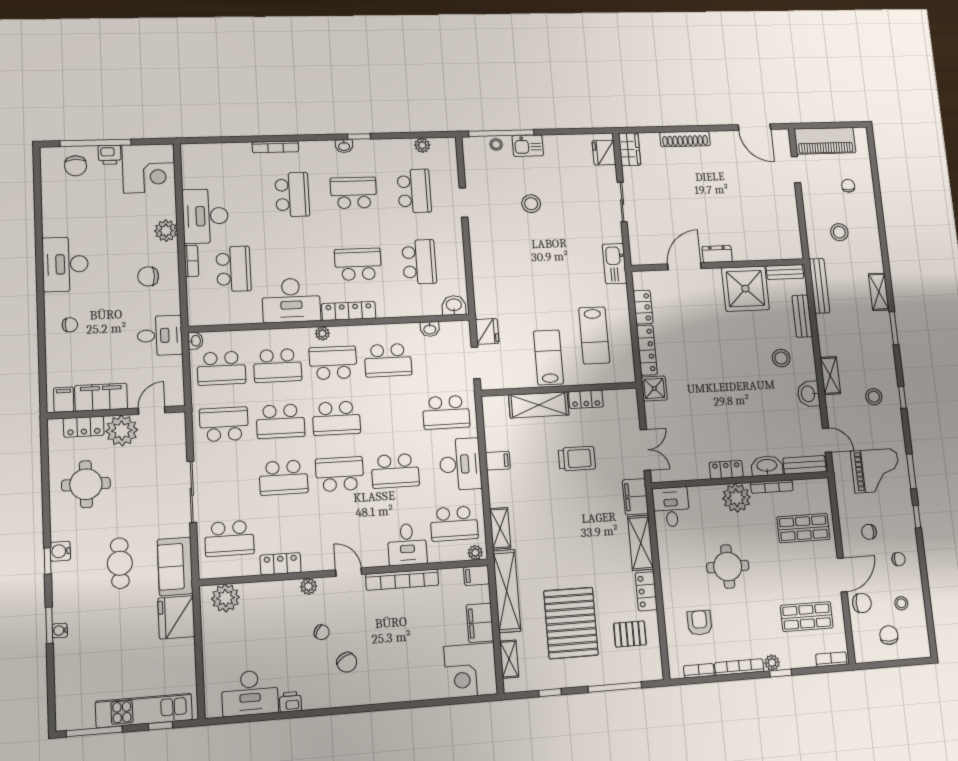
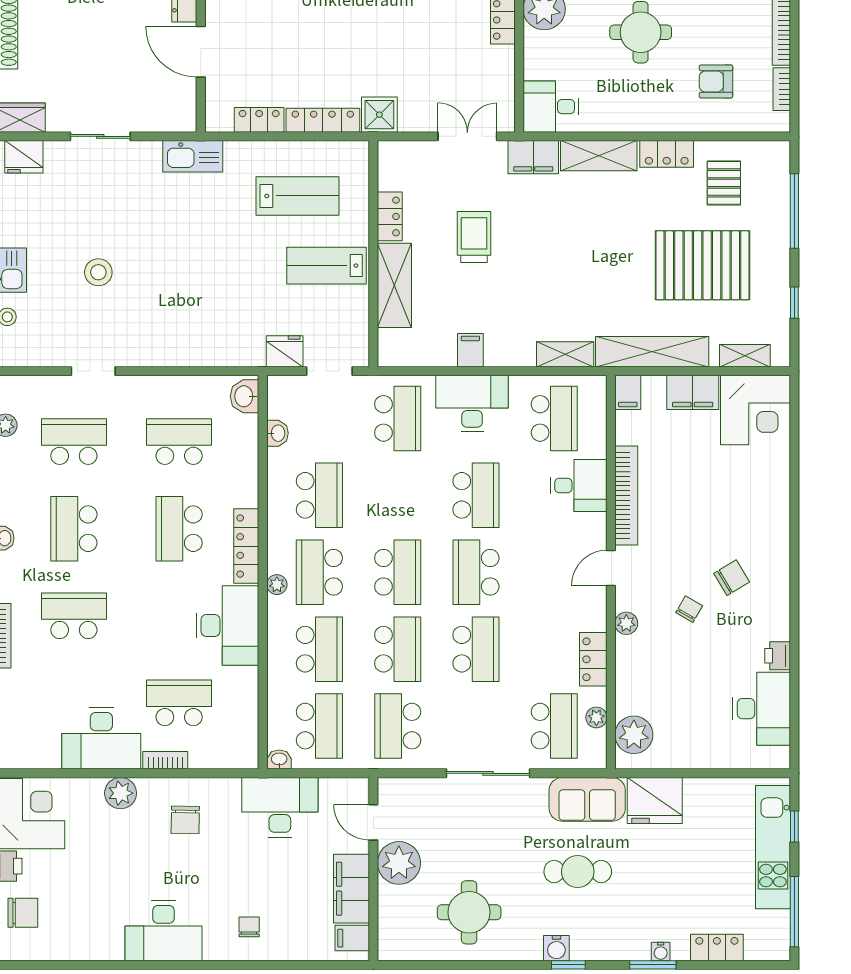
desk: (160, 336) -> (280, 807), width x1.37
locker: (84, 427) -> (717, 948), moved, turned -90
plant: (475, 553) -> (596, 717), moved

